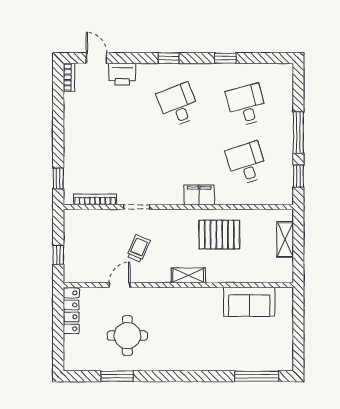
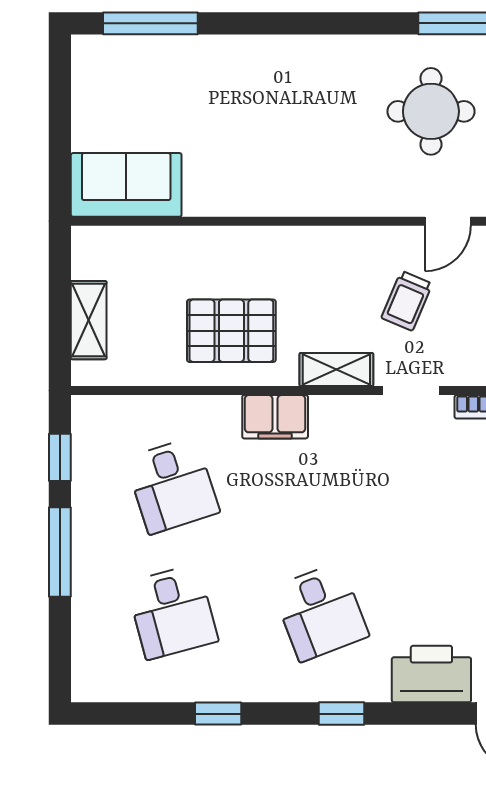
printer: (122, 74) -> (431, 674), width x1.37, depth x1.19
shelving: (188, 275) -> (336, 370), moved
sofa: (249, 302) -> (126, 185), moved

